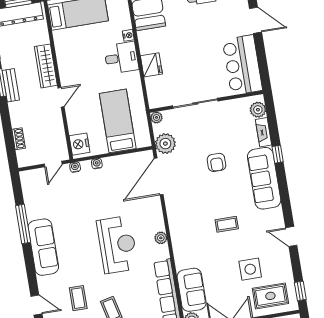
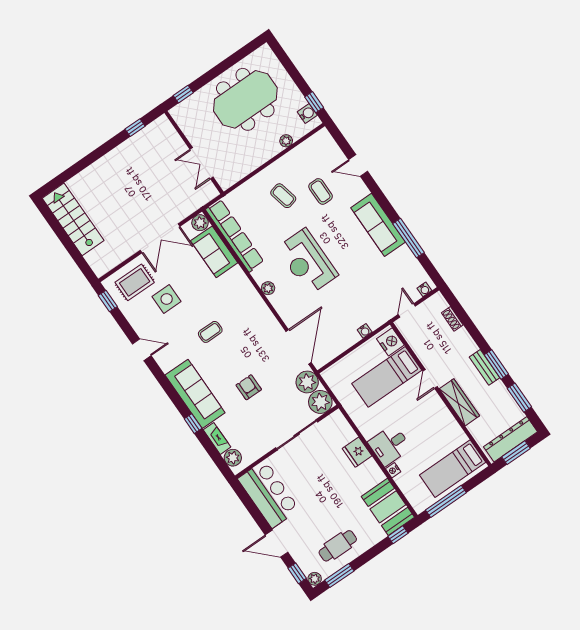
plant: (156, 117) -> (320, 402), width x1.88, depth x1.88
bed: (118, 121) -> (387, 377), moved, turned 90
water cooler: (75, 167) -> (424, 289), moved

